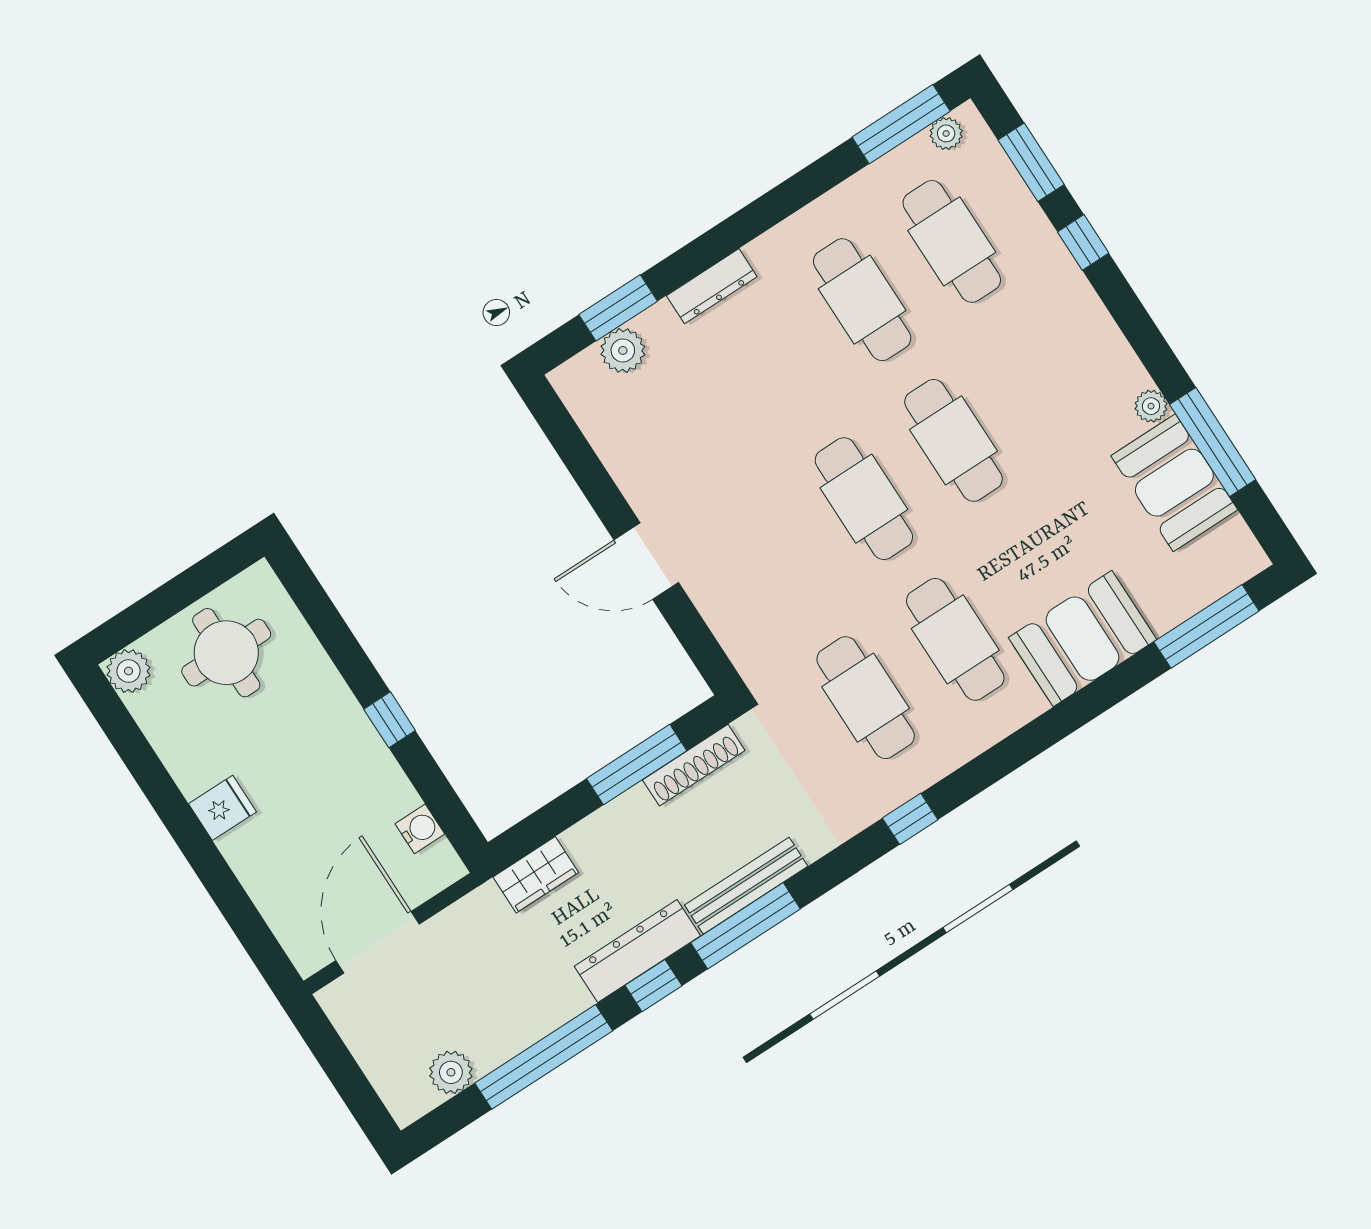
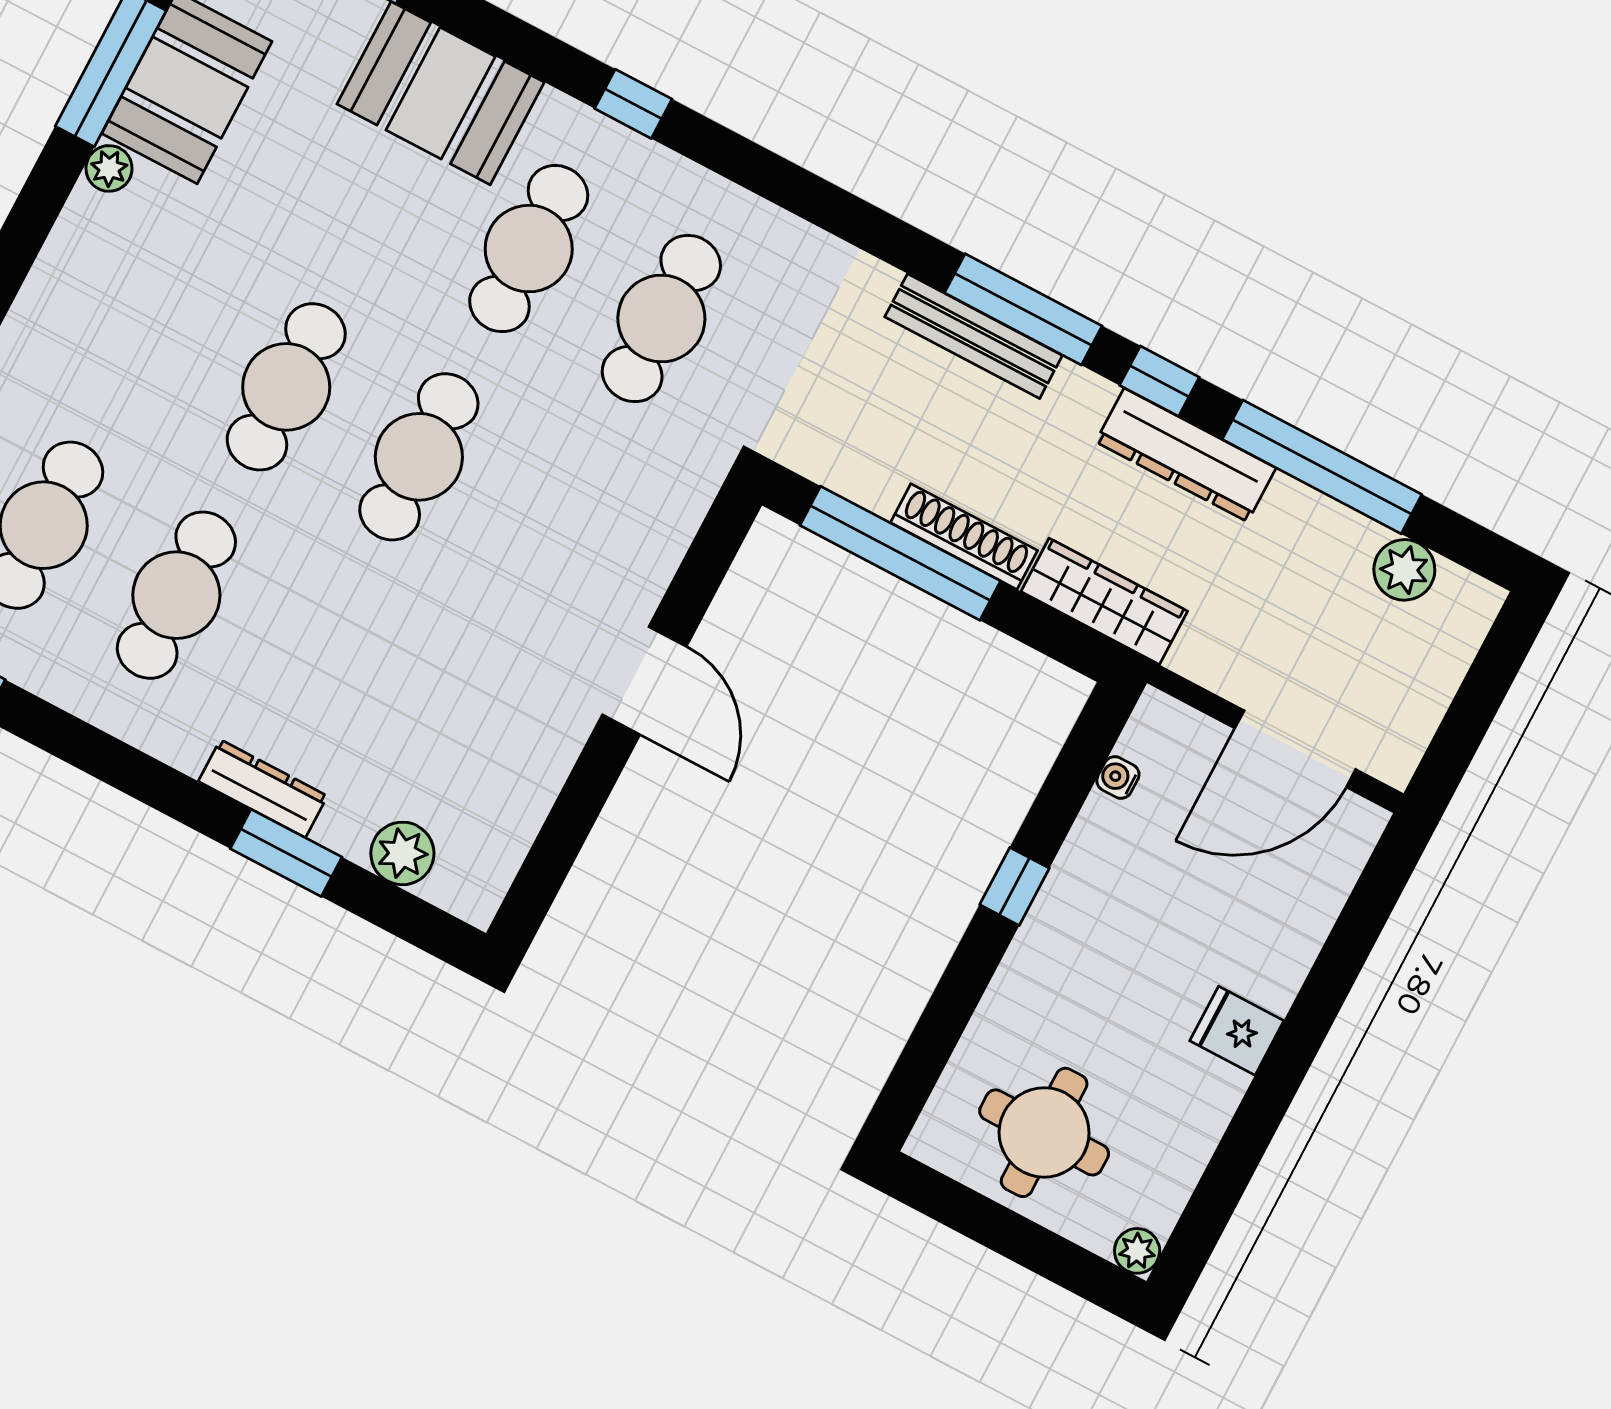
window: (618, 308) -> (286, 853), moved
plant: (128, 671) -> (1137, 1251), width x0.73, depth x0.73
window: (637, 765) -> (900, 553), width x1.46
shoe rack: (694, 765) -> (964, 537), moved
window: (910, 819) -> (633, 104), moved
water cooler: (420, 829) -> (1118, 777), width x0.72, depth x0.72
wardrobe: (536, 875) -> (1104, 601), width x1.50
dresser: (637, 951) -> (1186, 455), moved

